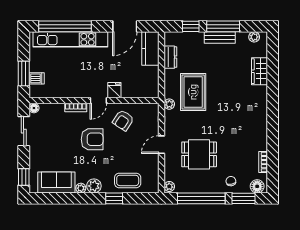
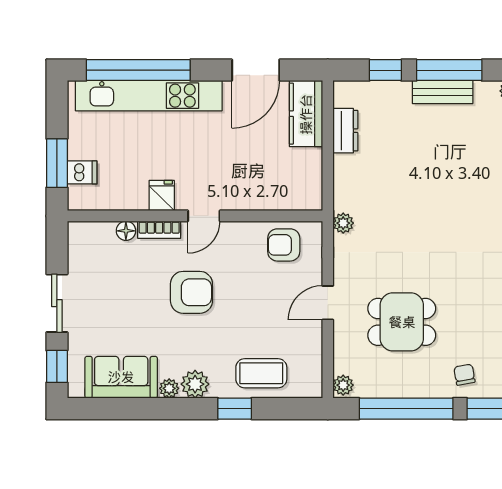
fridge: (114, 90) -> (162, 196), moved
rug: (193, 92) -> (390, 199), removed
floor lamp: (34, 108) -> (126, 231), moved
armchair: (123, 120) -> (284, 245), moved, turned 57
sliding door: (24, 131) -> (57, 303), moved

